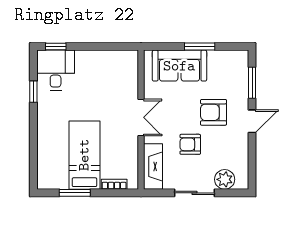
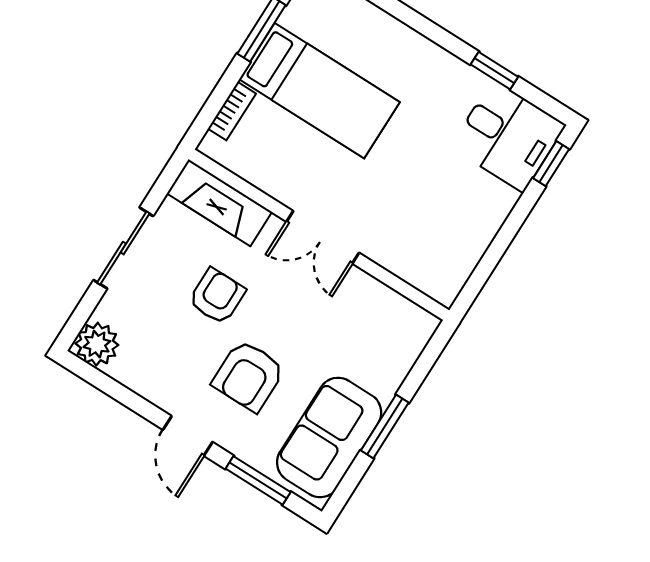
sofa: (179, 66) -> (329, 437), moved
armchair: (213, 112) -> (249, 376), turned 180
plant: (225, 179) -> (97, 344), moved

